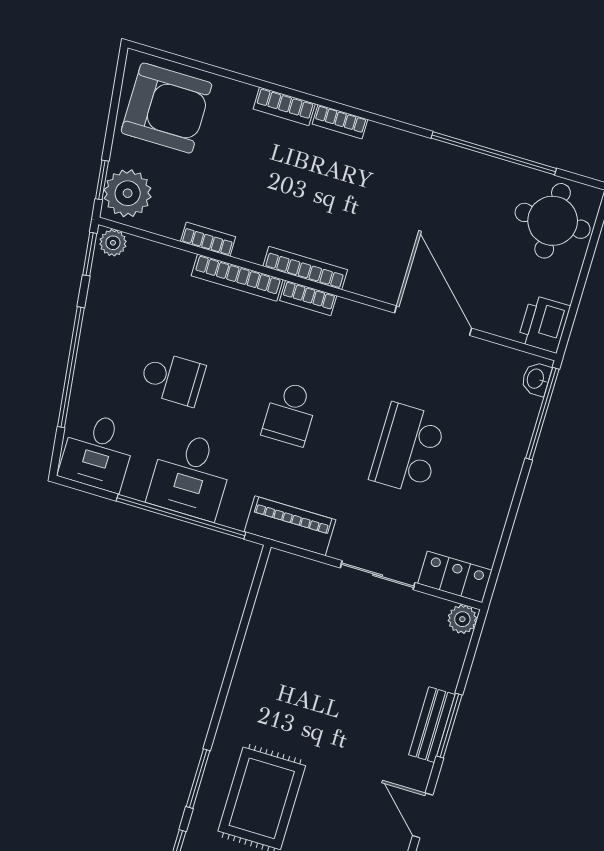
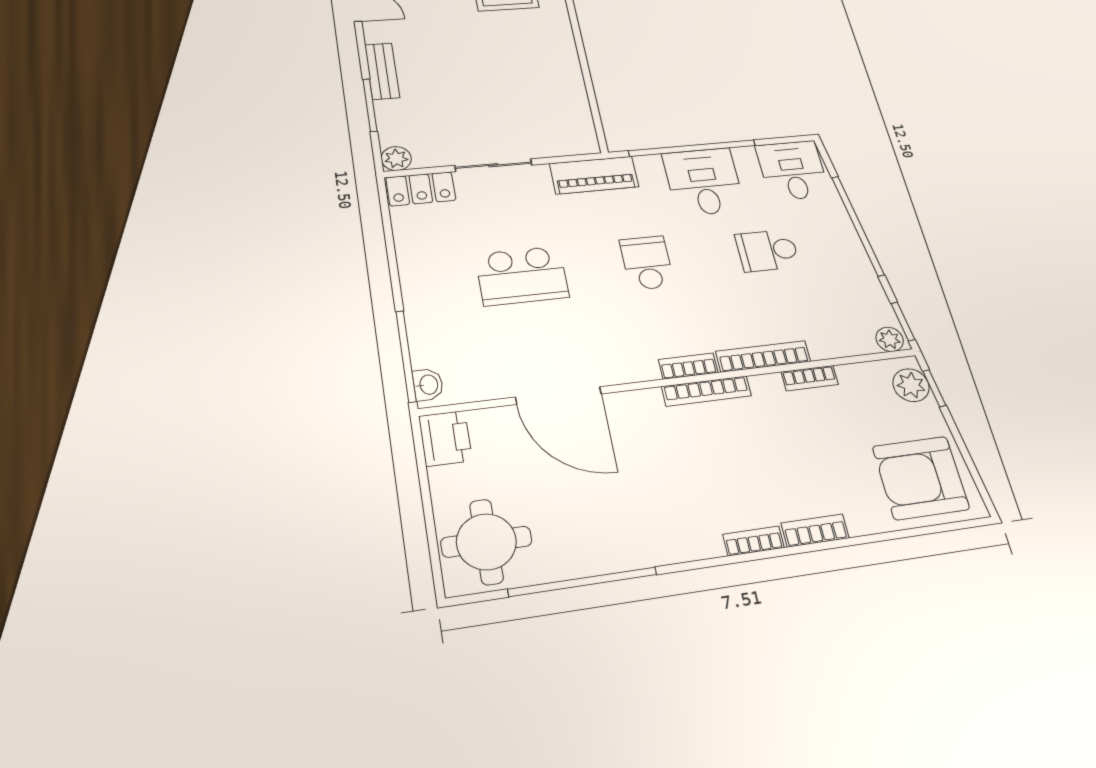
plant: (128, 193) -> (911, 385), width x0.73, depth x0.73
school desk: (408, 449) -> (522, 276), turned 90
window: (449, 725) -> (370, 105), moved

